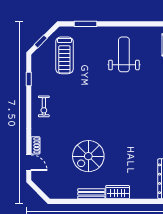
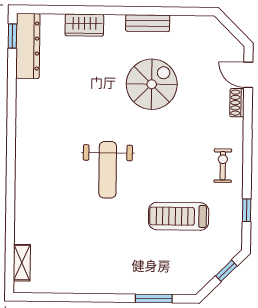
weight bench: (124, 54) -> (108, 170), moved
treadmill: (64, 55) -> (179, 216), moved, turned -90
wardrobe: (118, 192) -> (84, 25), moved

